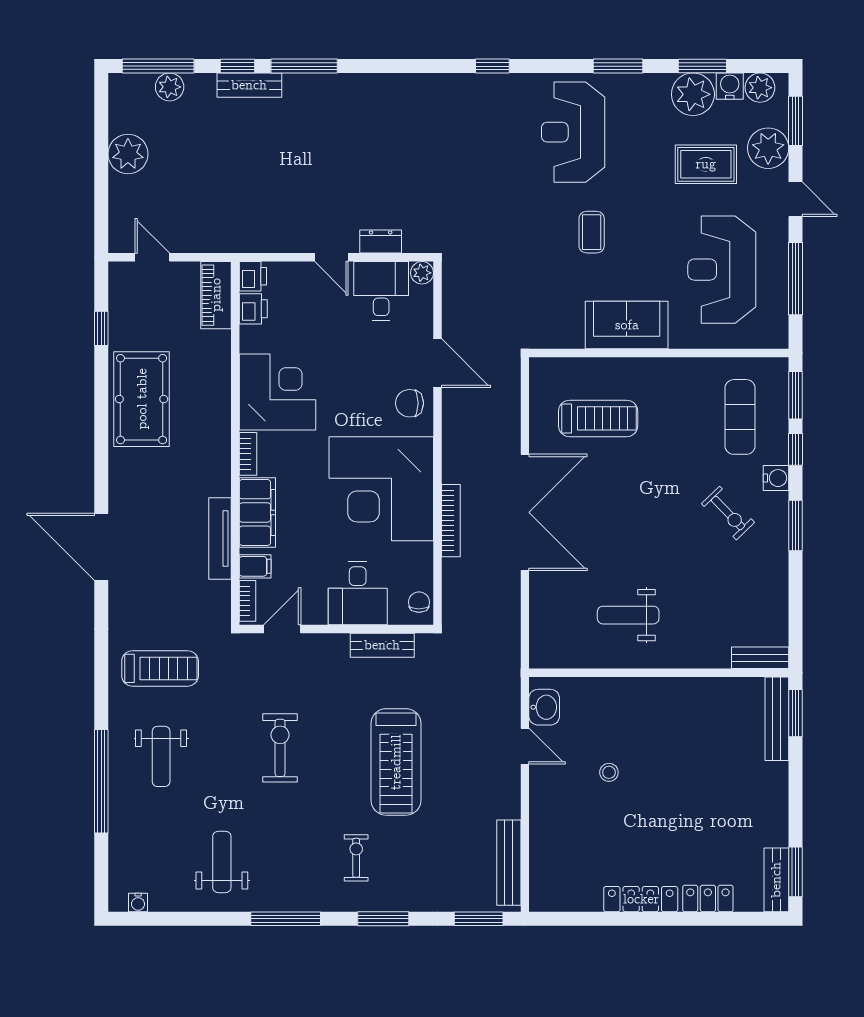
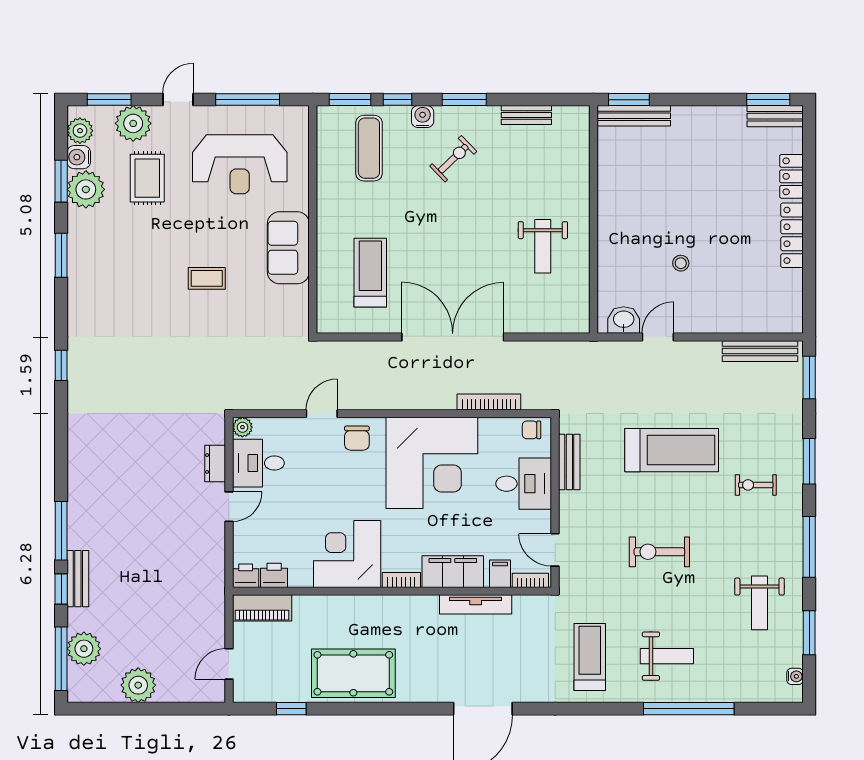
plant: (170, 87) -> (84, 649), width x1.36, depth x1.36
reception desk: (573, 132) -> (119, 295), removed
door: (437, 363) -> (322, 414), width x0.73
exercise mat: (740, 417) -> (369, 148), turned 90
bookcase: (451, 521) -> (489, 402), moved
bench: (760, 658) -> (526, 115), moved, turned 90
weight bench: (222, 862) -> (759, 603), turned -90
window: (188, 919) -> (809, 633), added

